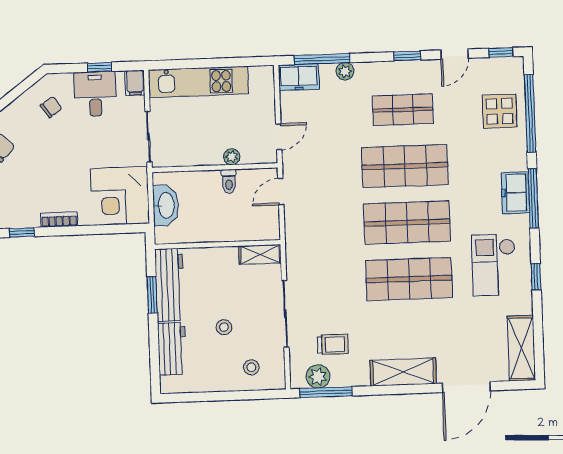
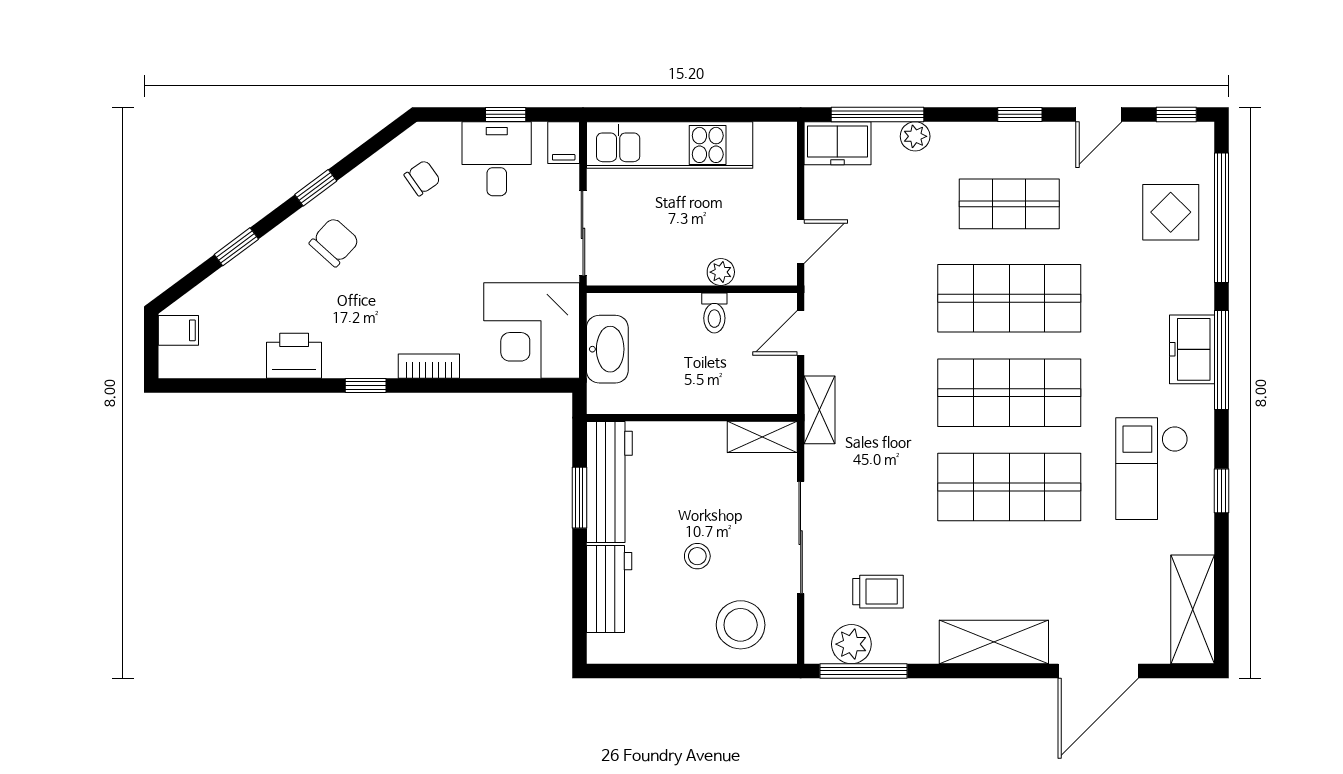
shelving: (294, 237) -> (819, 410), added
stool: (251, 367) -> (741, 625), width x1.89, depth x1.89

